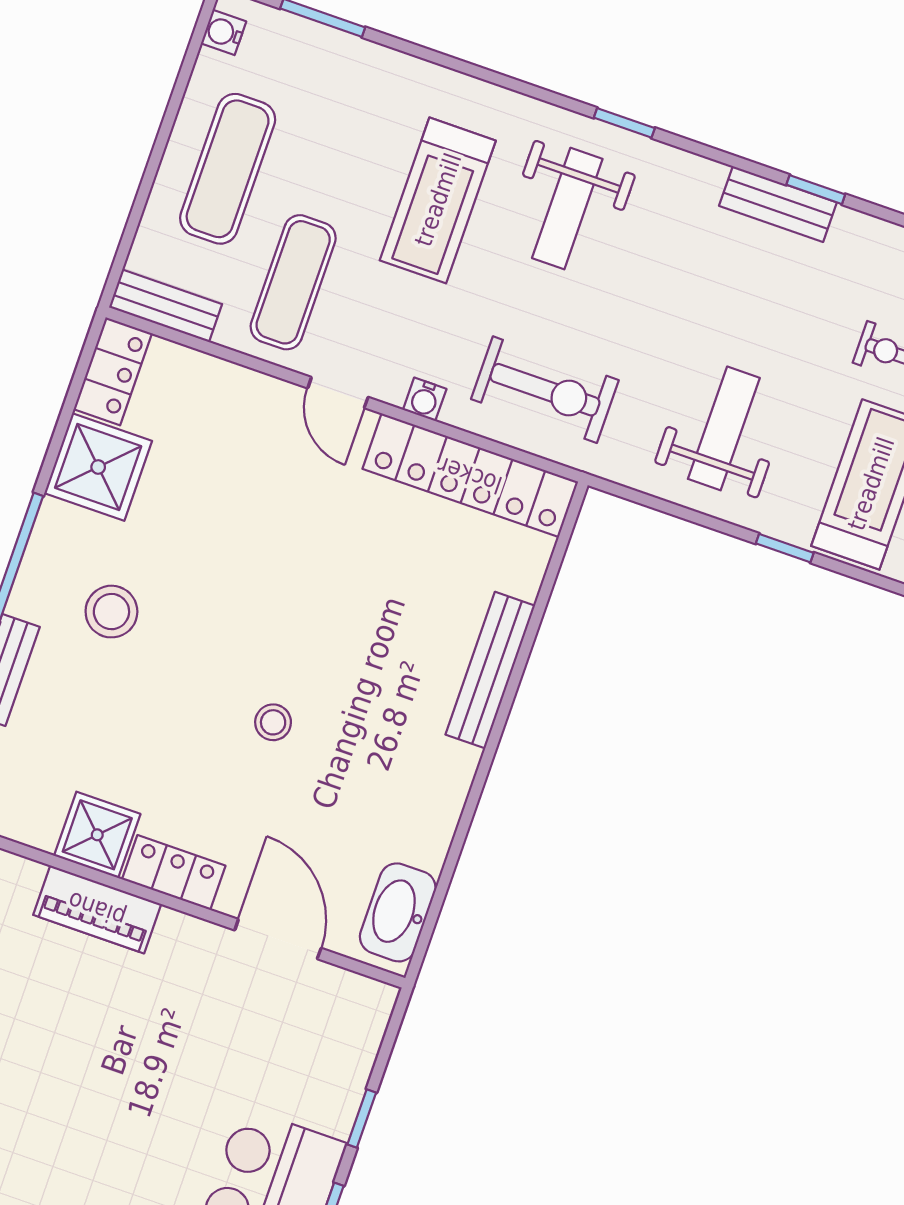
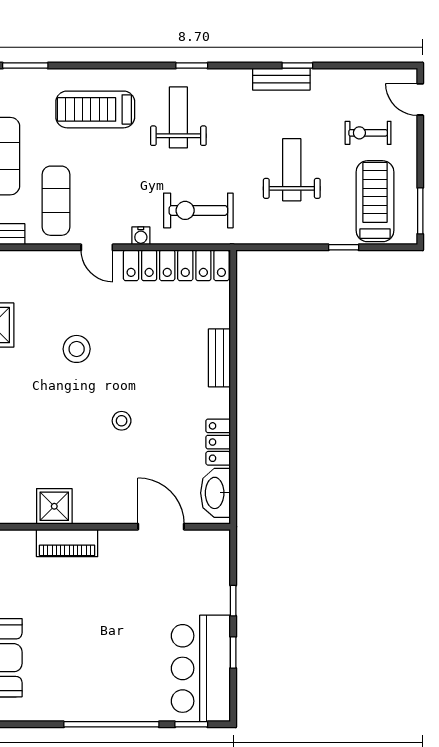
treadmill: (438, 200) -> (95, 109), moved, turned 90
weight bench: (567, 209) -> (178, 117), turned 180
exercise bike: (545, 390) -> (198, 210), turned 180
weight bench: (724, 428) -> (292, 170), moved
stool: (111, 612) -> (77, 349), moved
bench: (490, 670) -> (219, 358), width x0.73
locker: (174, 873) -> (218, 442), moved, turned -90

